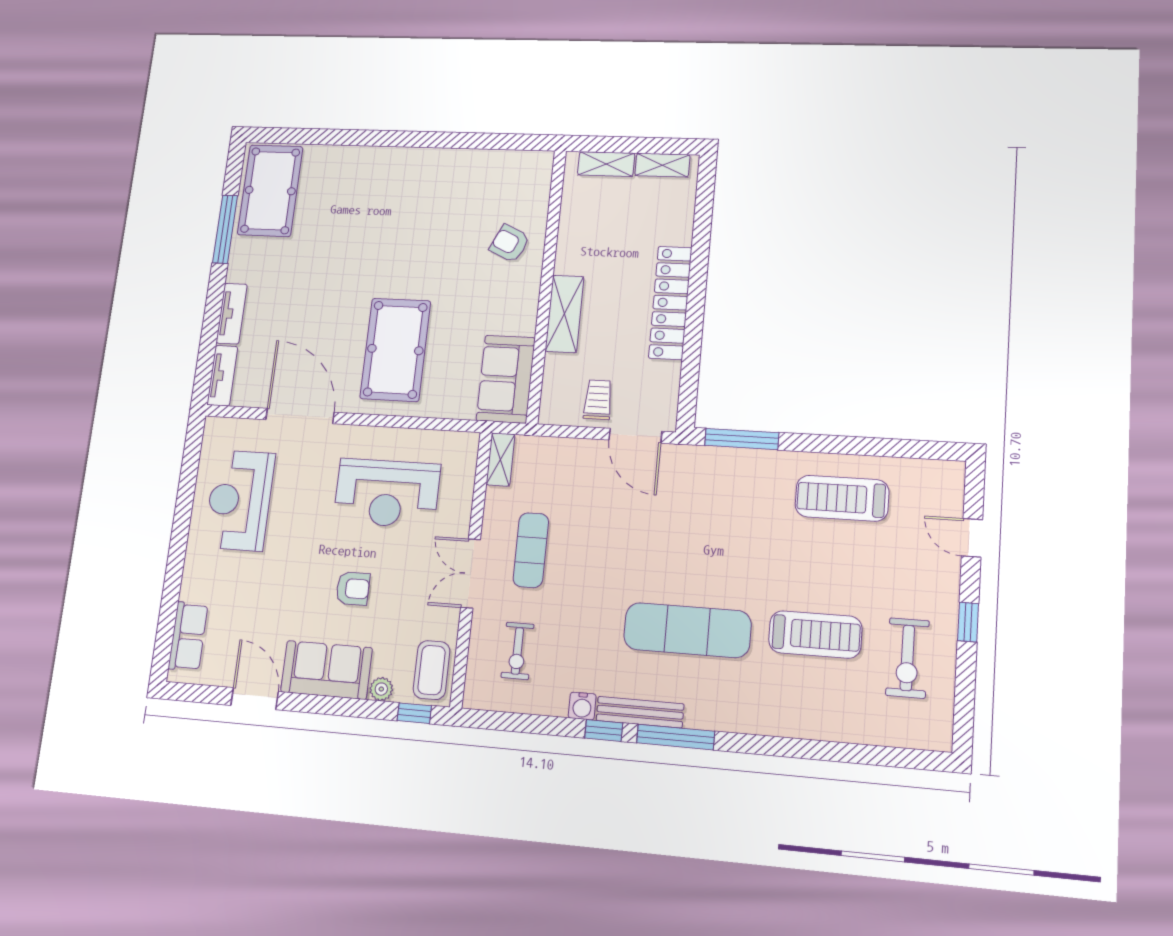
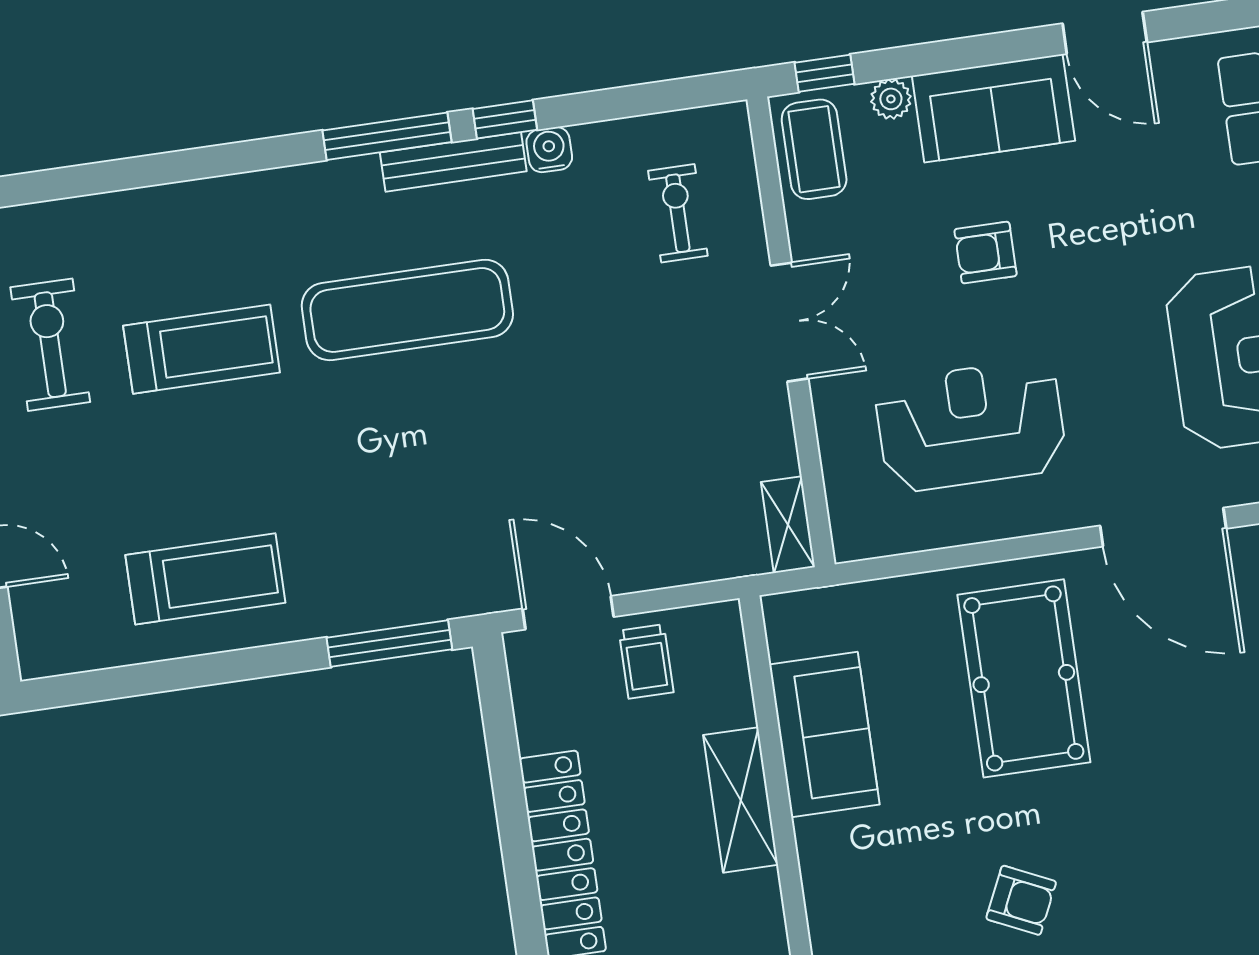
armchair: (510, 243) -> (1021, 900), moved
sofa: (506, 379) -> (824, 734), moved
exercise mat: (531, 550) -> (697, 383), removed
treadmill: (815, 634) -> (202, 349), turned 180

